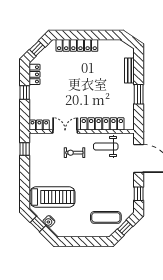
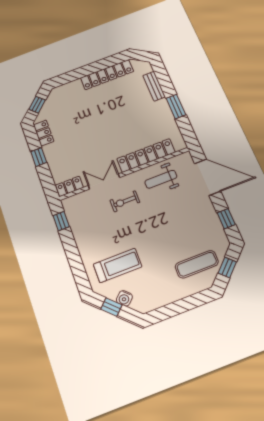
locker: (77, 45) -> (107, 75), moved
treadmill: (53, 197) -> (118, 265), width x0.73, depth x0.73

